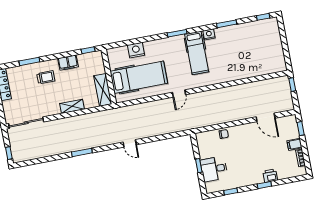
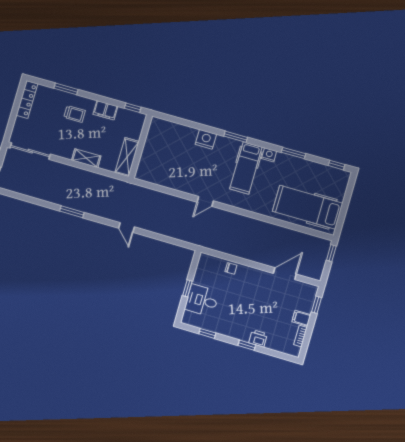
nightstand: (136, 50) -> (206, 139), moved
hospital bed: (139, 77) -> (308, 207), moved, turned 180
door: (266, 117) -> (285, 274), swing flipped

